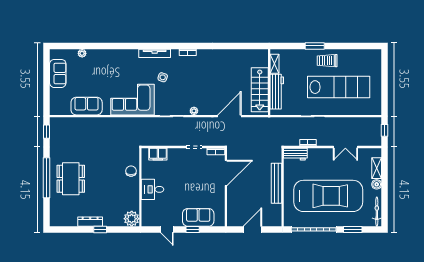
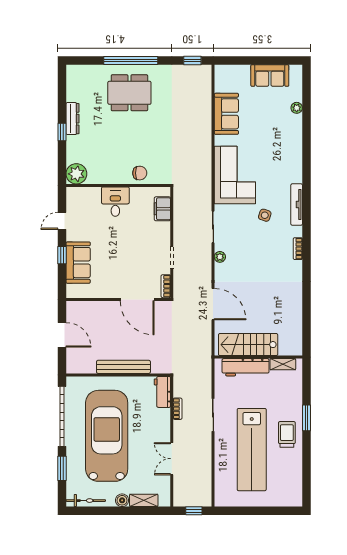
car: (328, 196) -> (107, 436), turned 180

